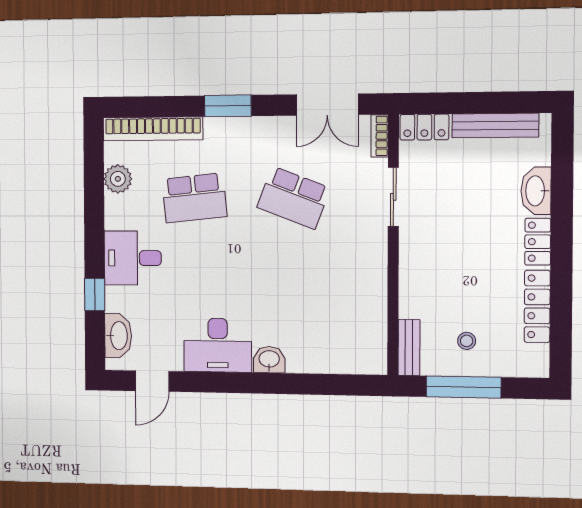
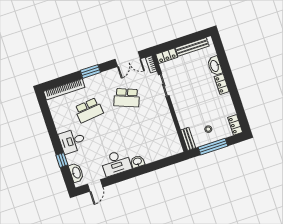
plant: (118, 179) -> (57, 113), removed
locker: (537, 306) -> (235, 125), moved, width x0.66

